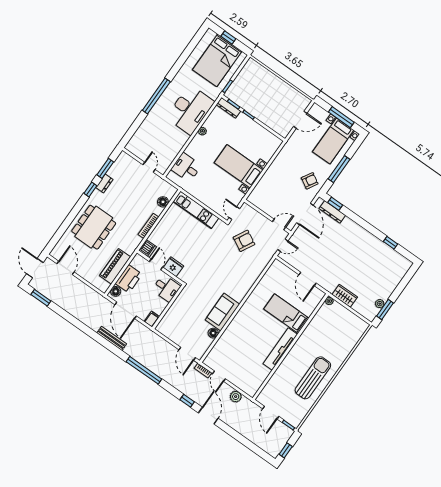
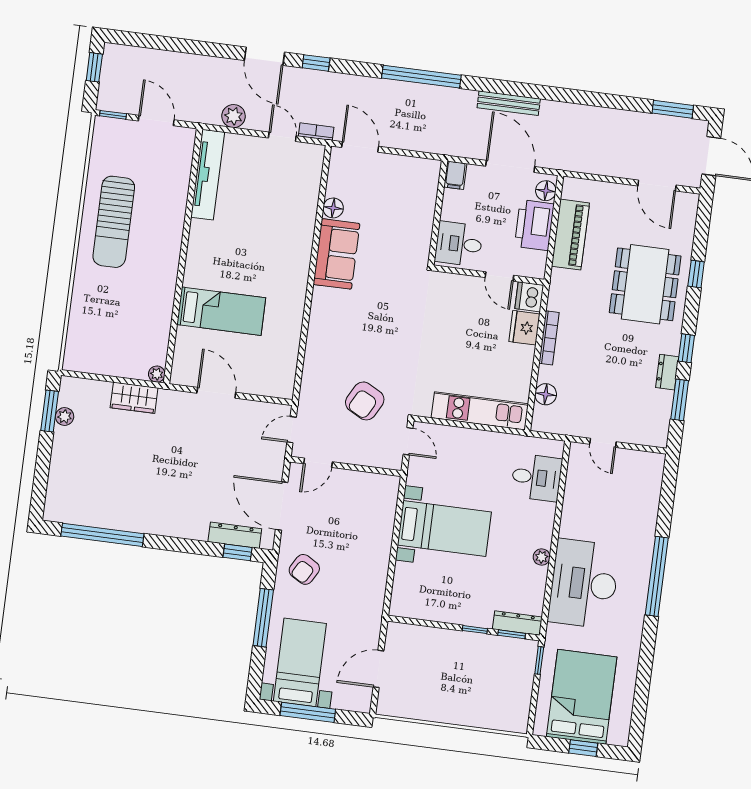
window: (69, 220) -> (696, 274), added
window: (390, 243) -> (102, 535), width x3.17
fridge: (173, 267) -> (524, 328), moved, turned 90
tv unit: (280, 349) -> (208, 175), moved

